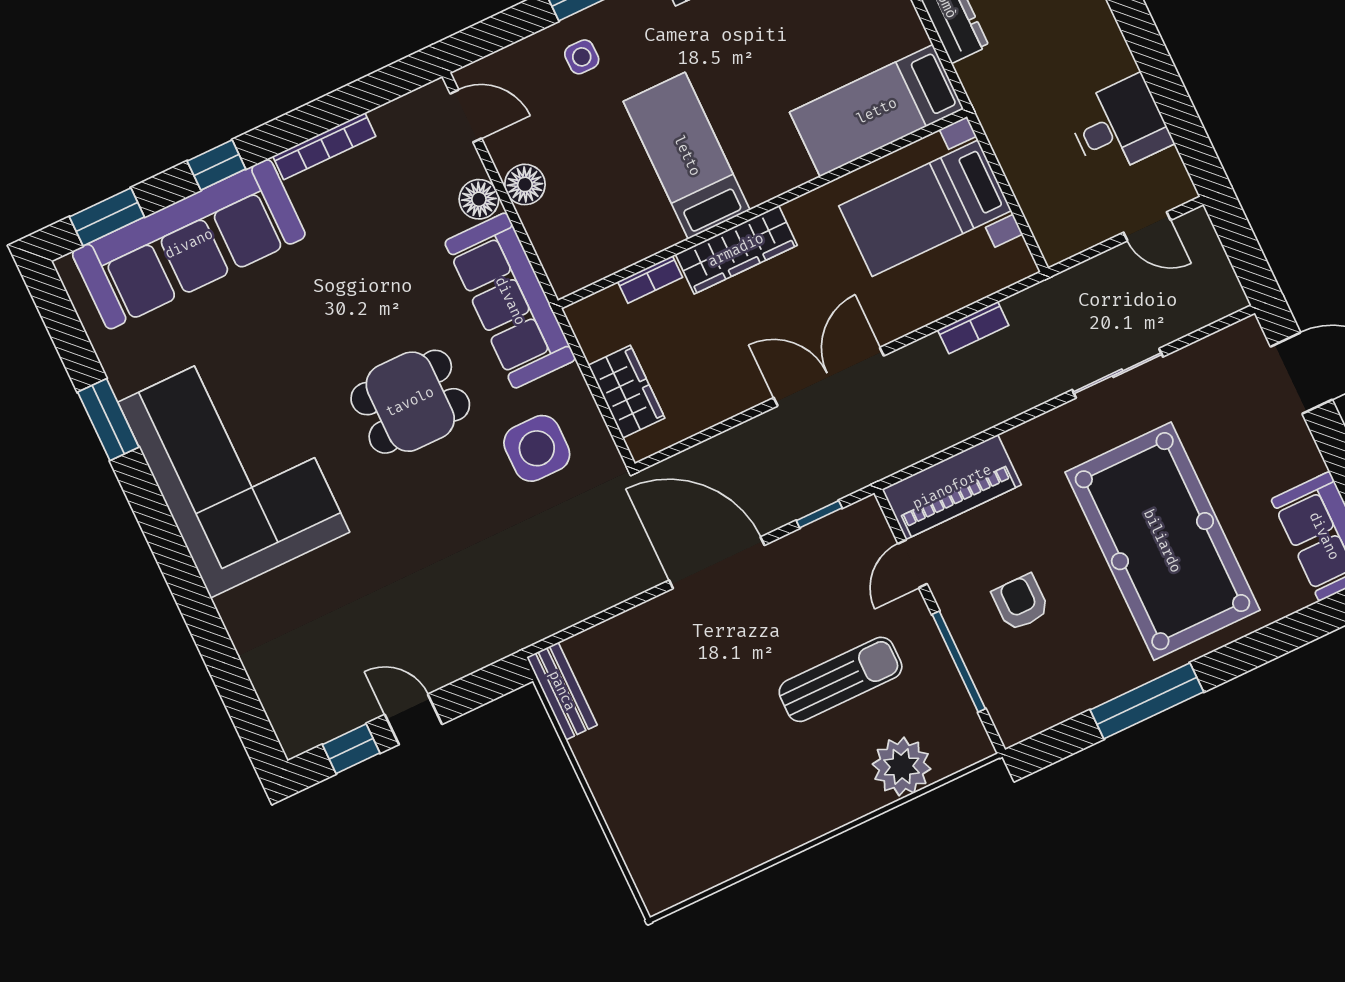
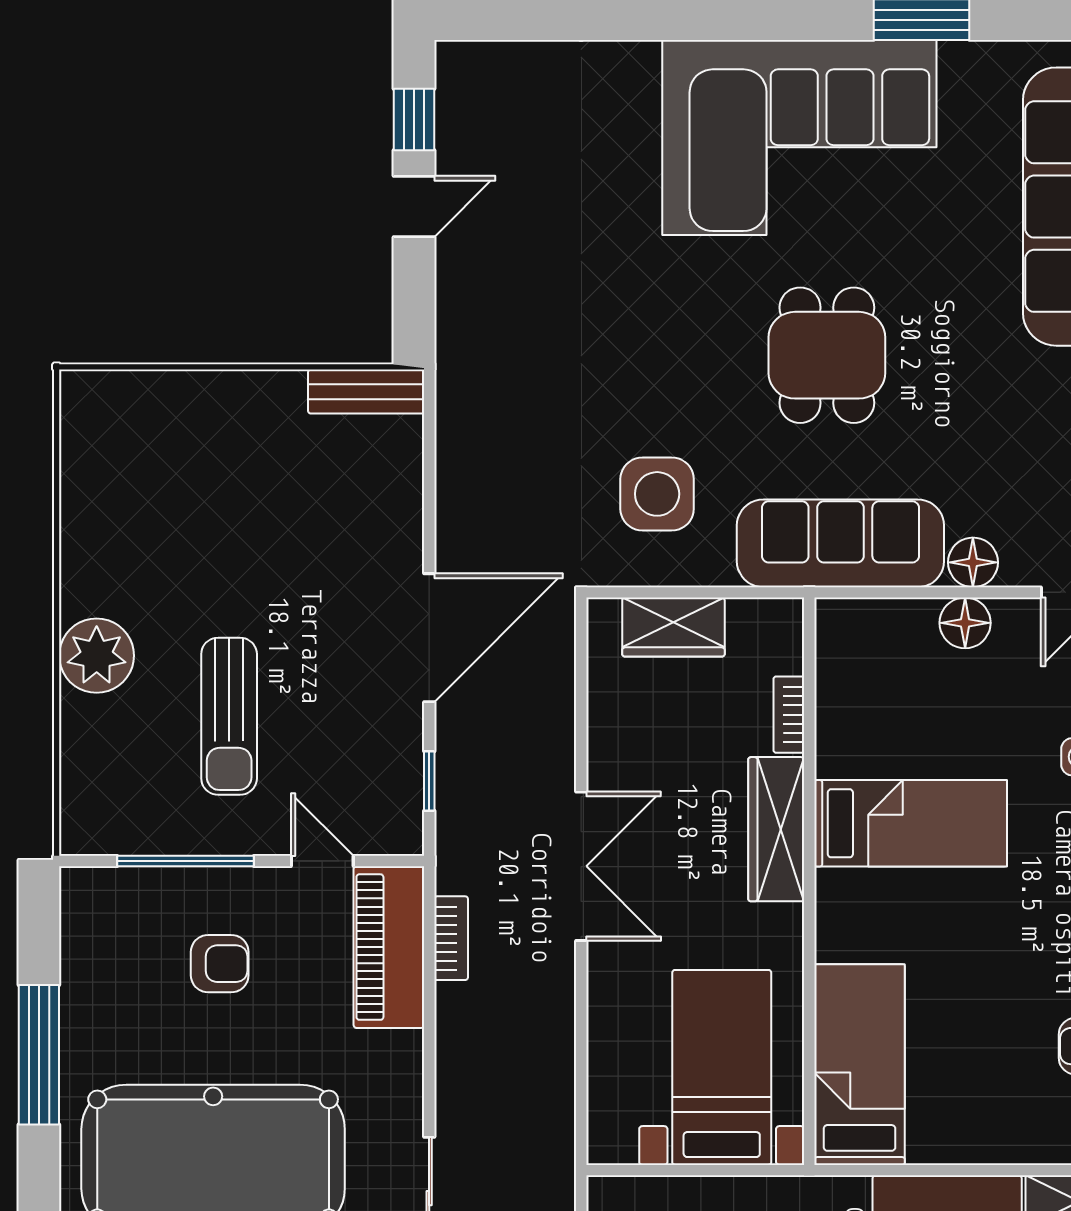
bookcase: (973, 328) -> (451, 938), moved, turned 180
dining table: (410, 402) -> (827, 355), moved
plant: (902, 766) -> (97, 656), moved

